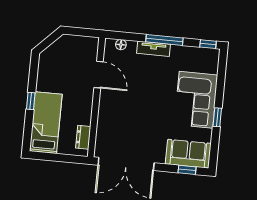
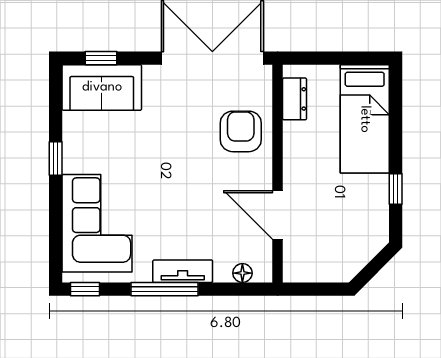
corner sofa: (196, 100) -> (97, 223), moved
window: (31, 101) -> (396, 189), moved
armchair: (114, 122) -> (241, 131), added

